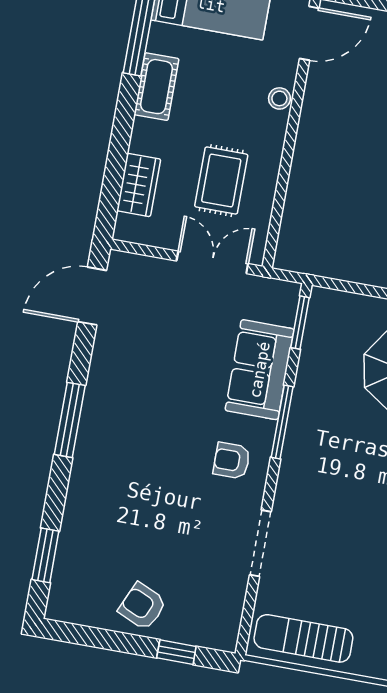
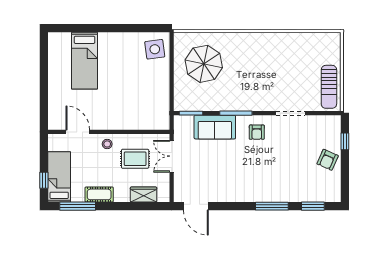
door: (309, 33) -> (78, 132), moved
stool: (279, 98) -> (107, 144), moved
window: (70, 420) -> (272, 206), moved

